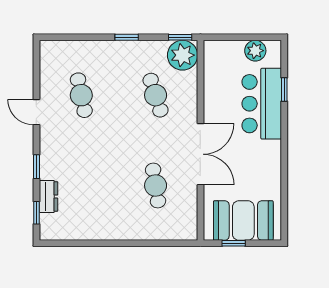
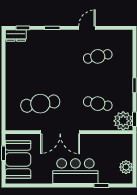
cafe table: (156, 95) -> (98, 104), turned 30
bar counter: (262, 104) -> (75, 171), moved
cafe table: (156, 185) -> (40, 104), width x1.37, depth x1.35
dresser: (48, 196) -> (16, 35), moved

